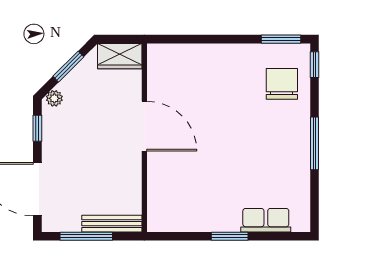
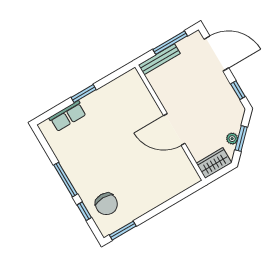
window: (314, 65) -> (84, 211), moved
plant: (54, 98) -> (232, 139), moved

